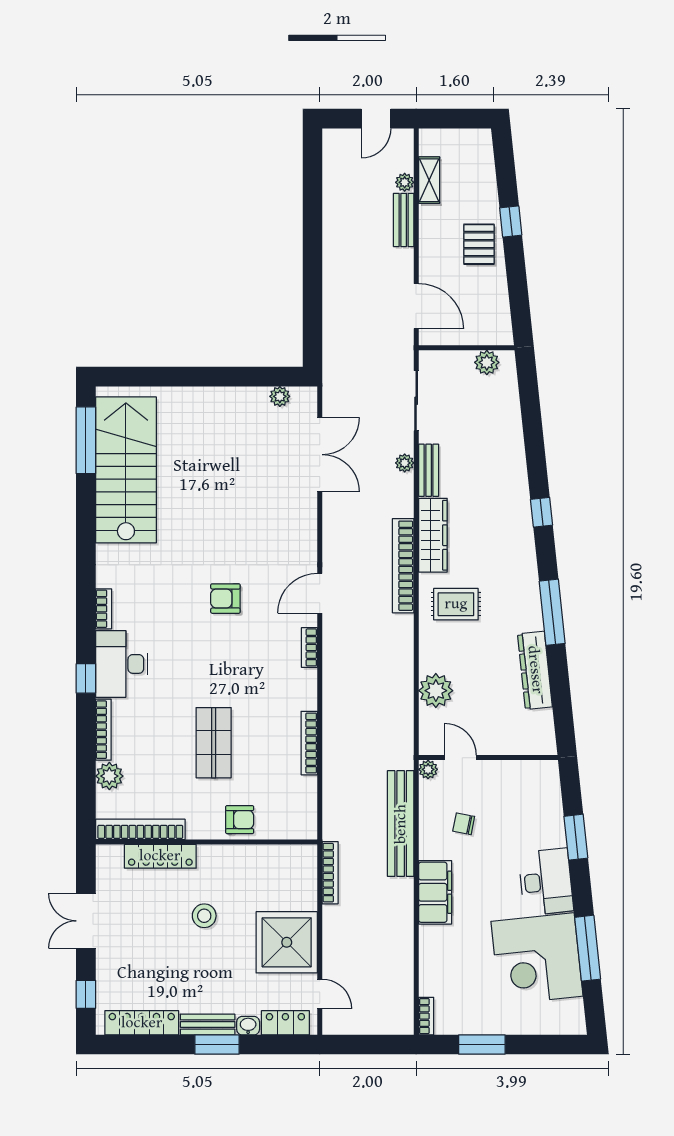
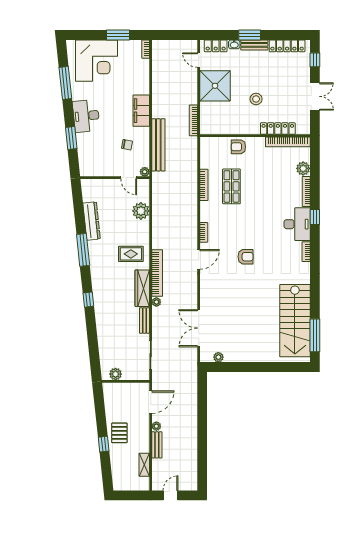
plant: (405, 182) -> (156, 426), moved
door: (416, 306) -> (151, 402), swing flipped
plant: (405, 463) -> (156, 302), moved
shop shelf: (214, 743) -> (231, 186), moved
corner desk: (537, 959) -> (96, 61), moved, turned 96

